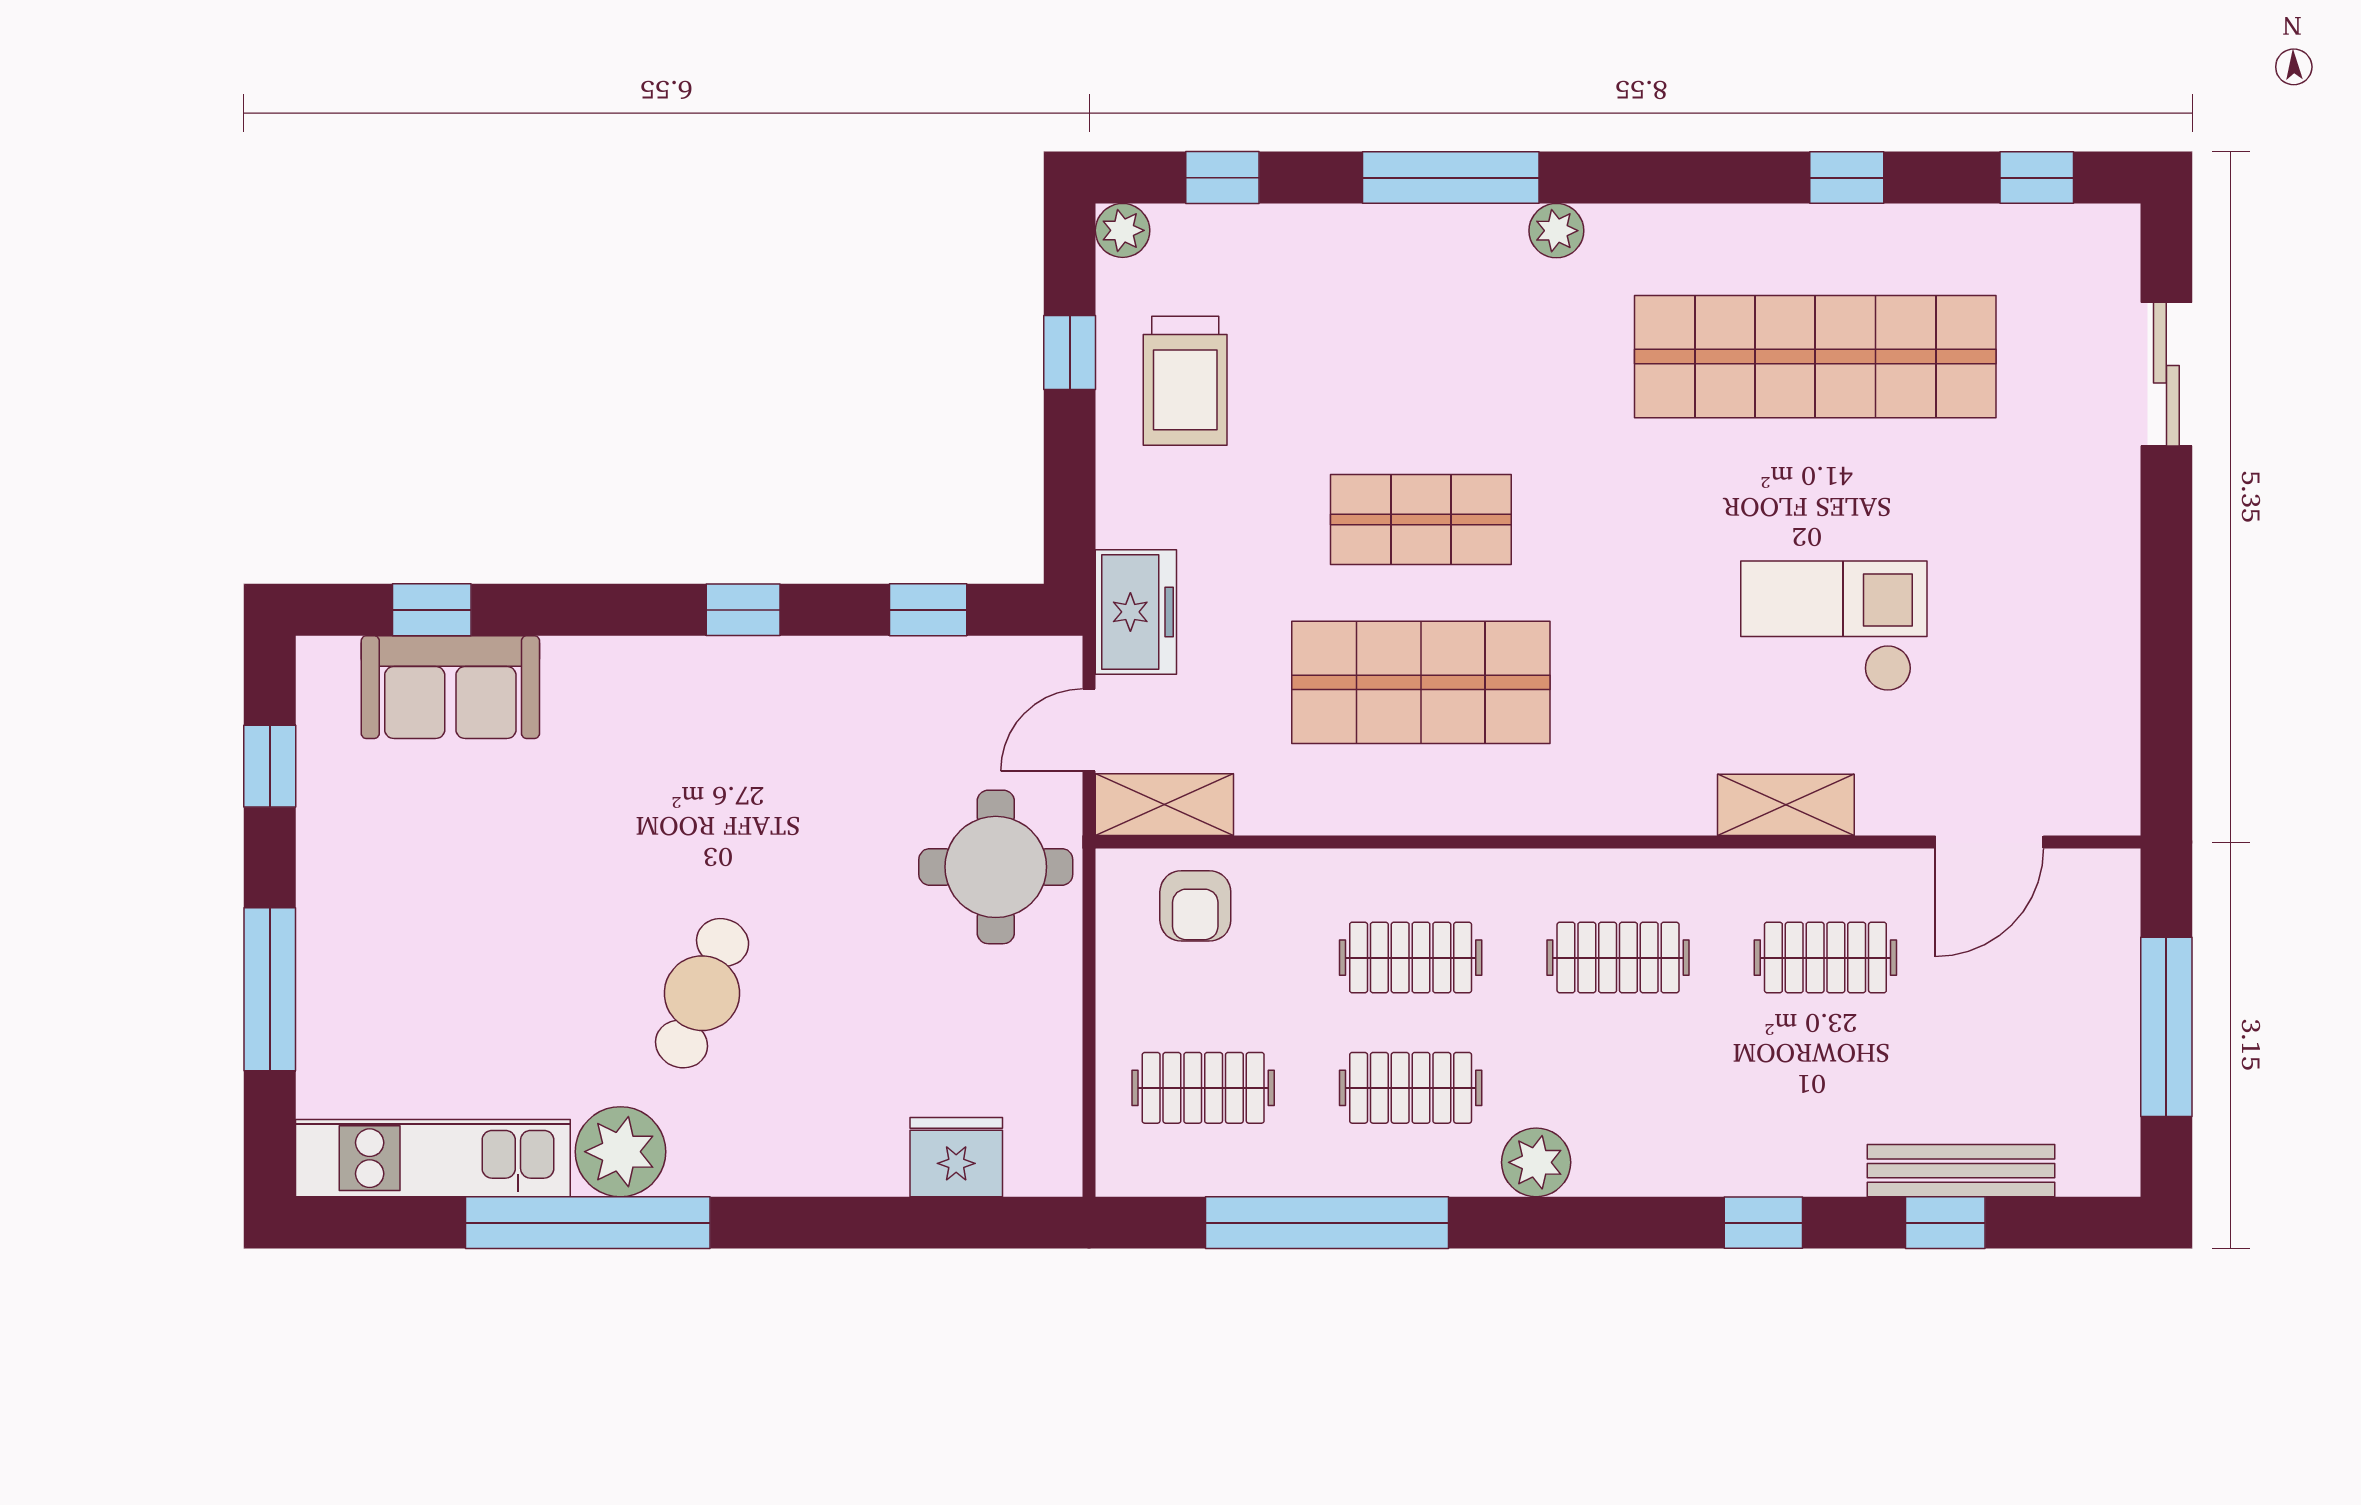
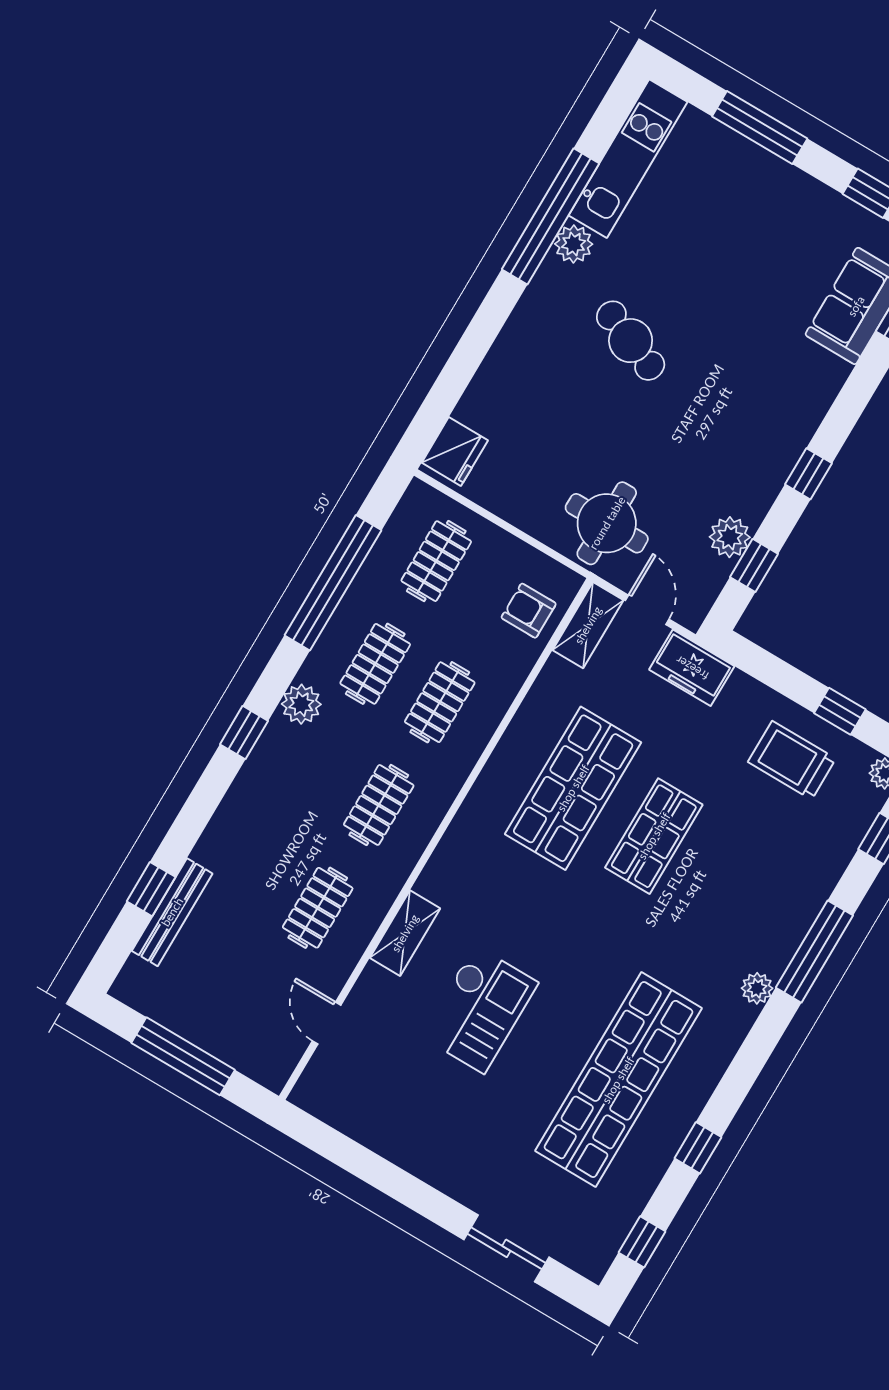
plant: (907, 671) -> (730, 537), added
door: (1989, 842) -> (327, 1023), width x0.73
plant: (620, 1152) -> (574, 244), width x0.73, depth x0.73
fridge: (956, 1157) -> (455, 451), moved
window: (1763, 1223) -> (244, 733), moved

